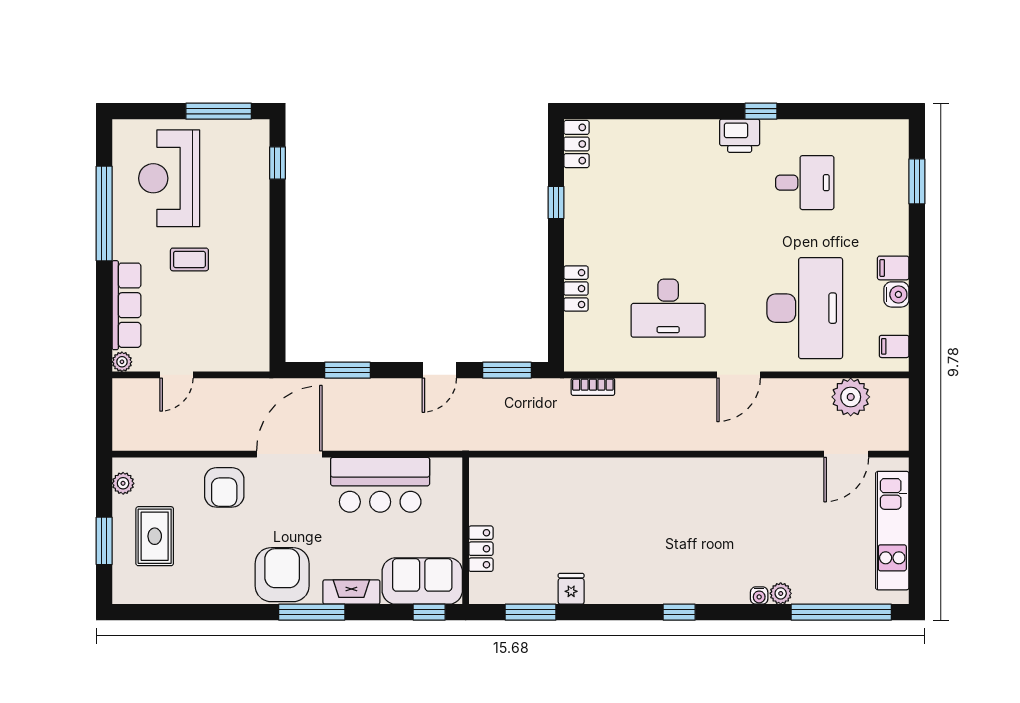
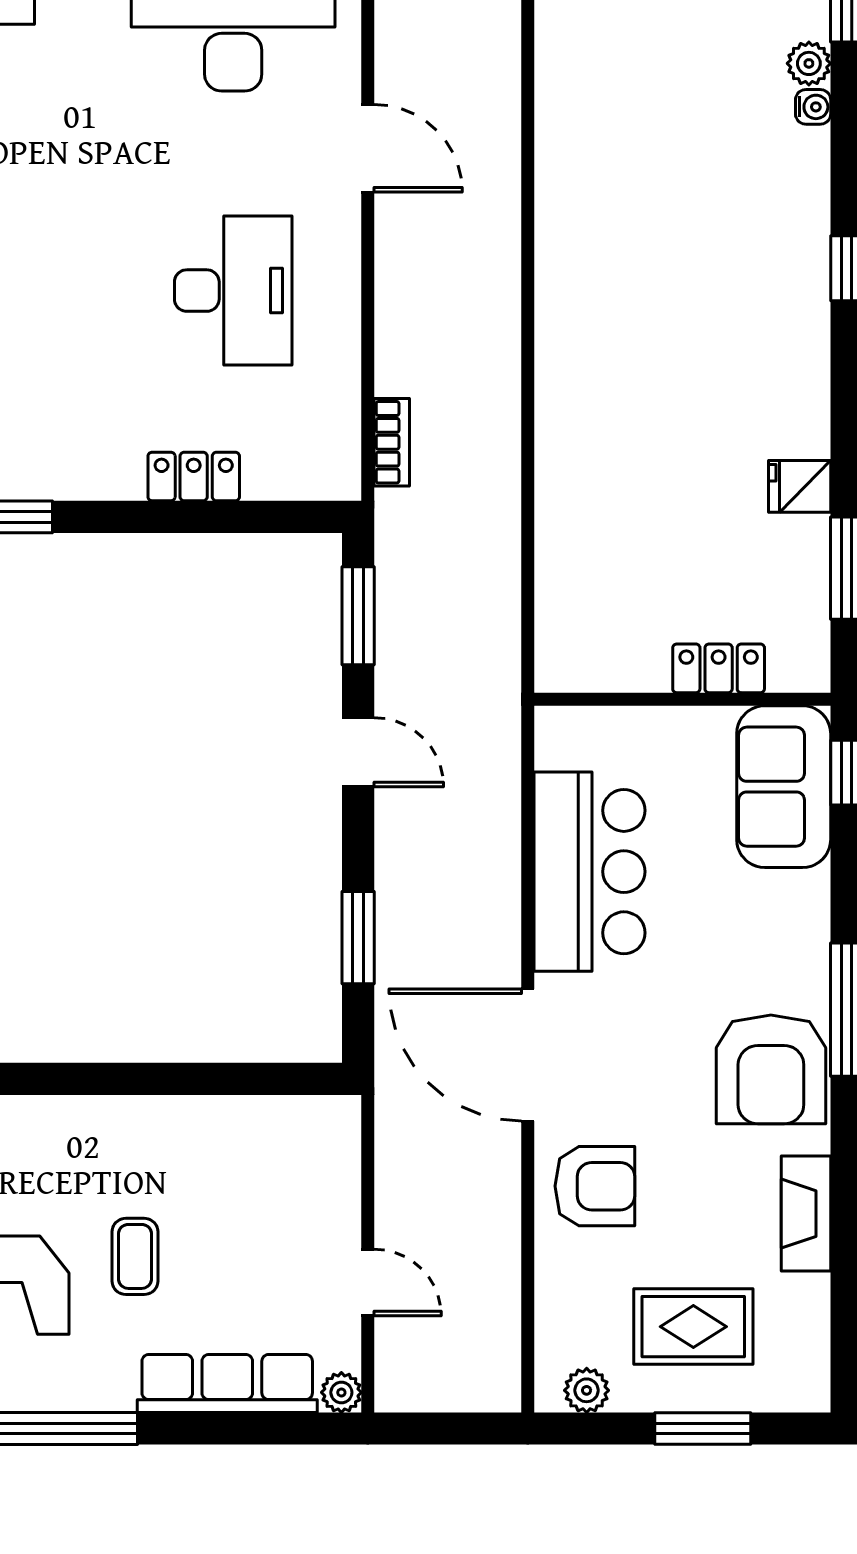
armchair: (282, 575) -> (771, 1069), turned -90
fireplace: (351, 592) -> (806, 1214), moved

